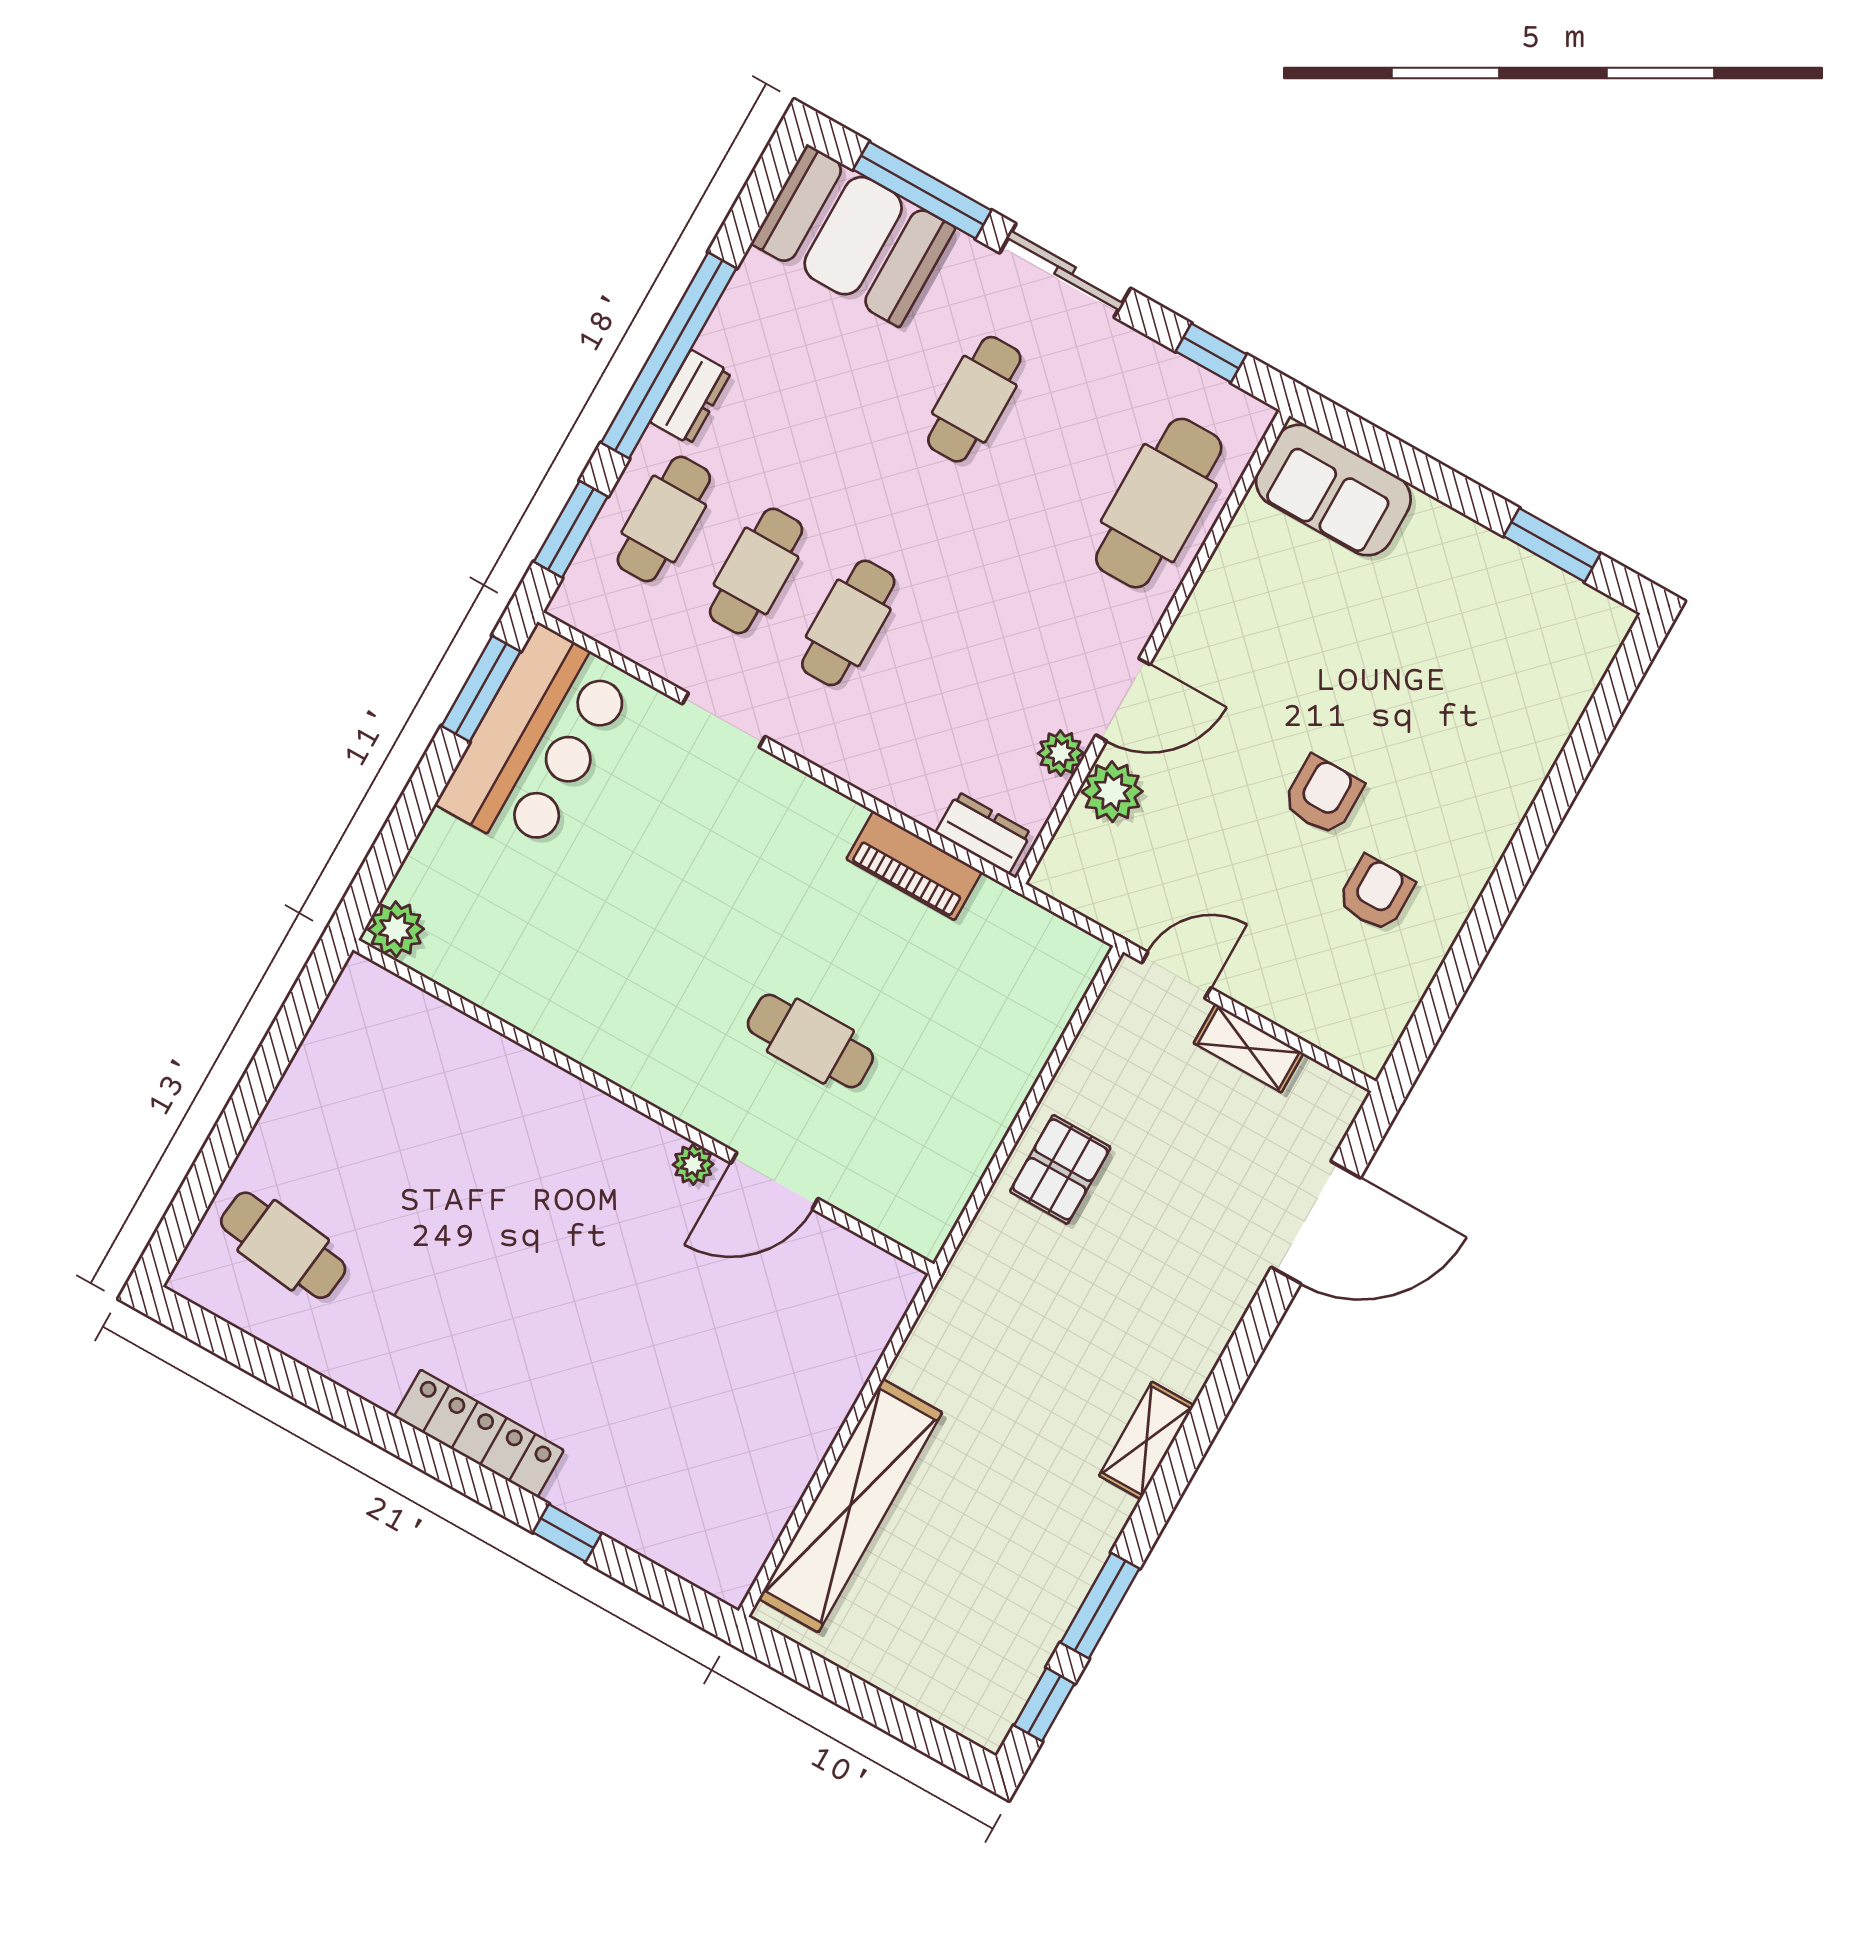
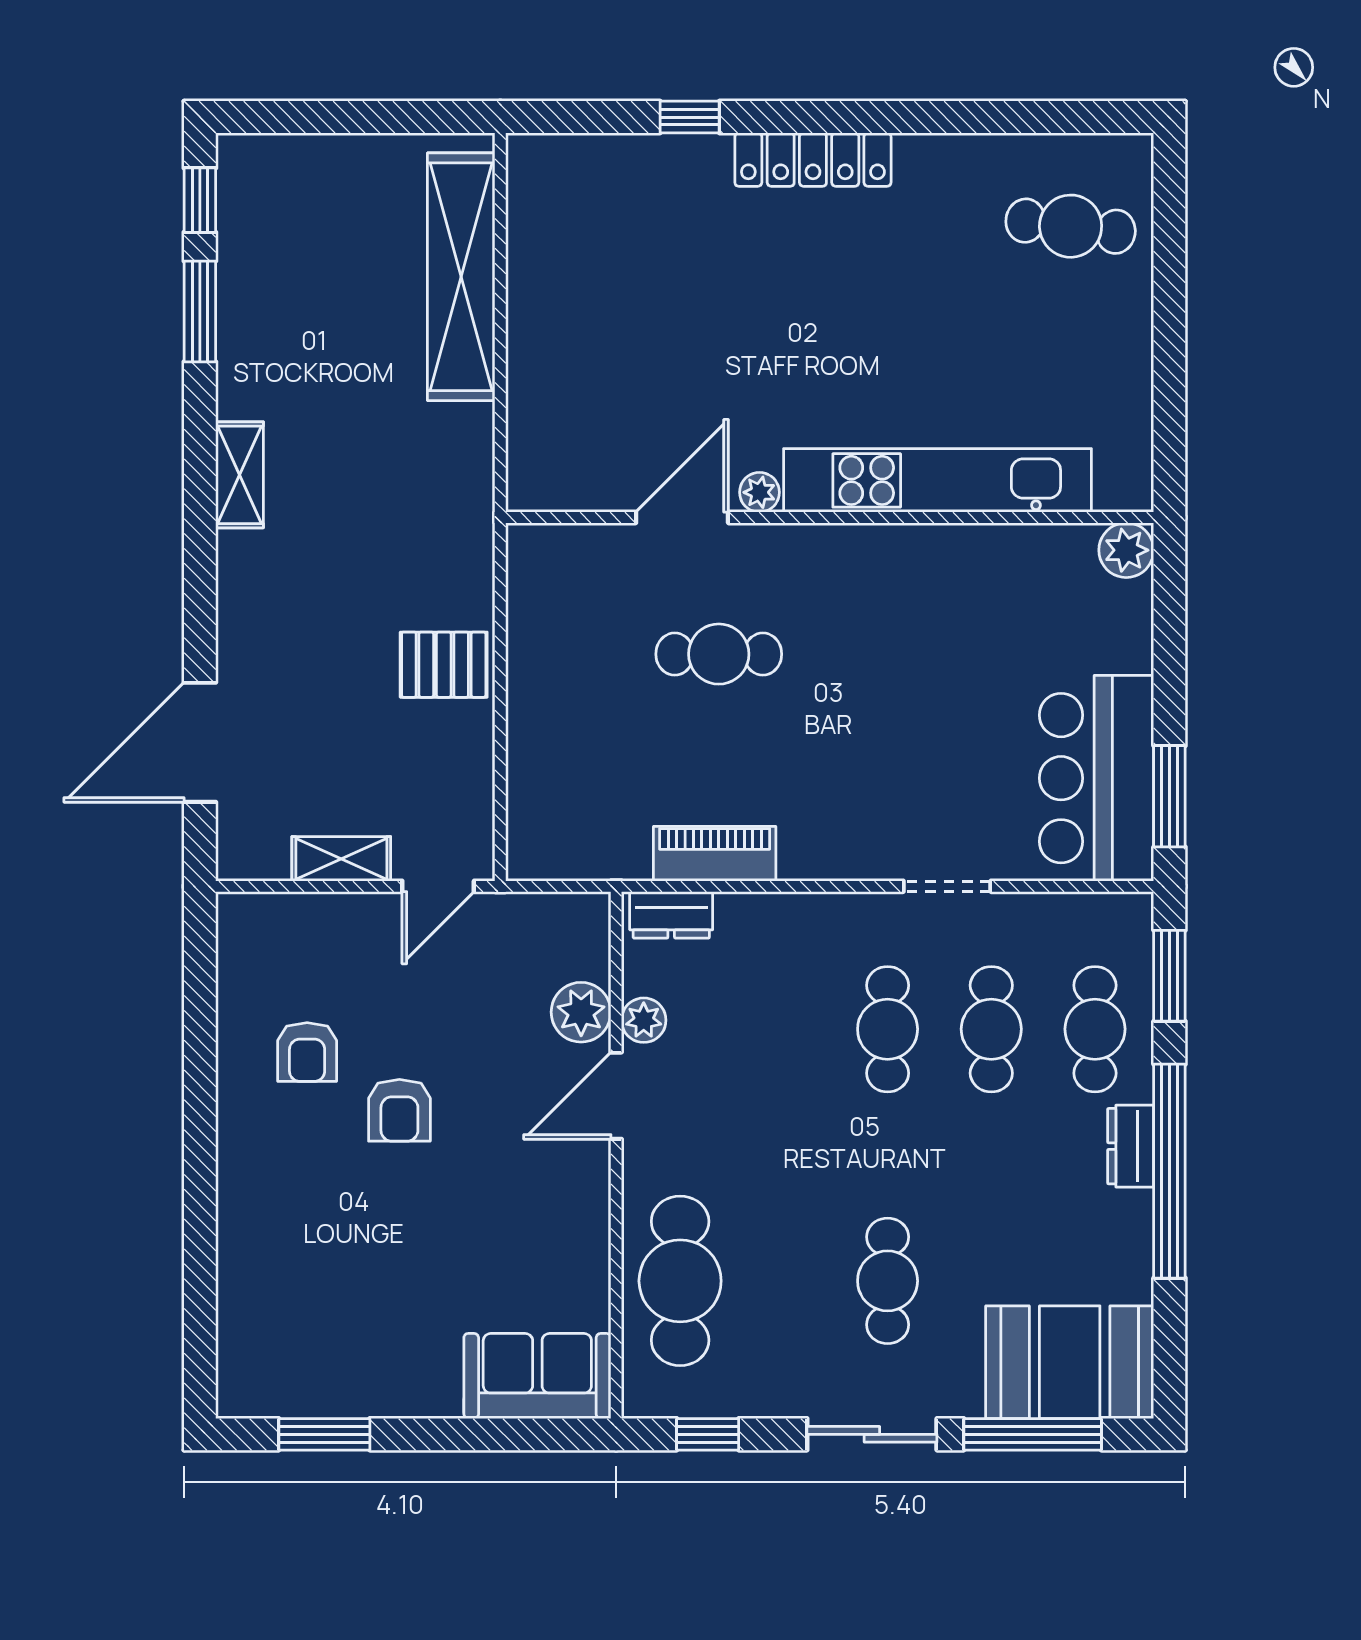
kitchen unit: (529, 1086) -> (937, 480), added
pallet: (1060, 1169) -> (444, 665), turned 90

